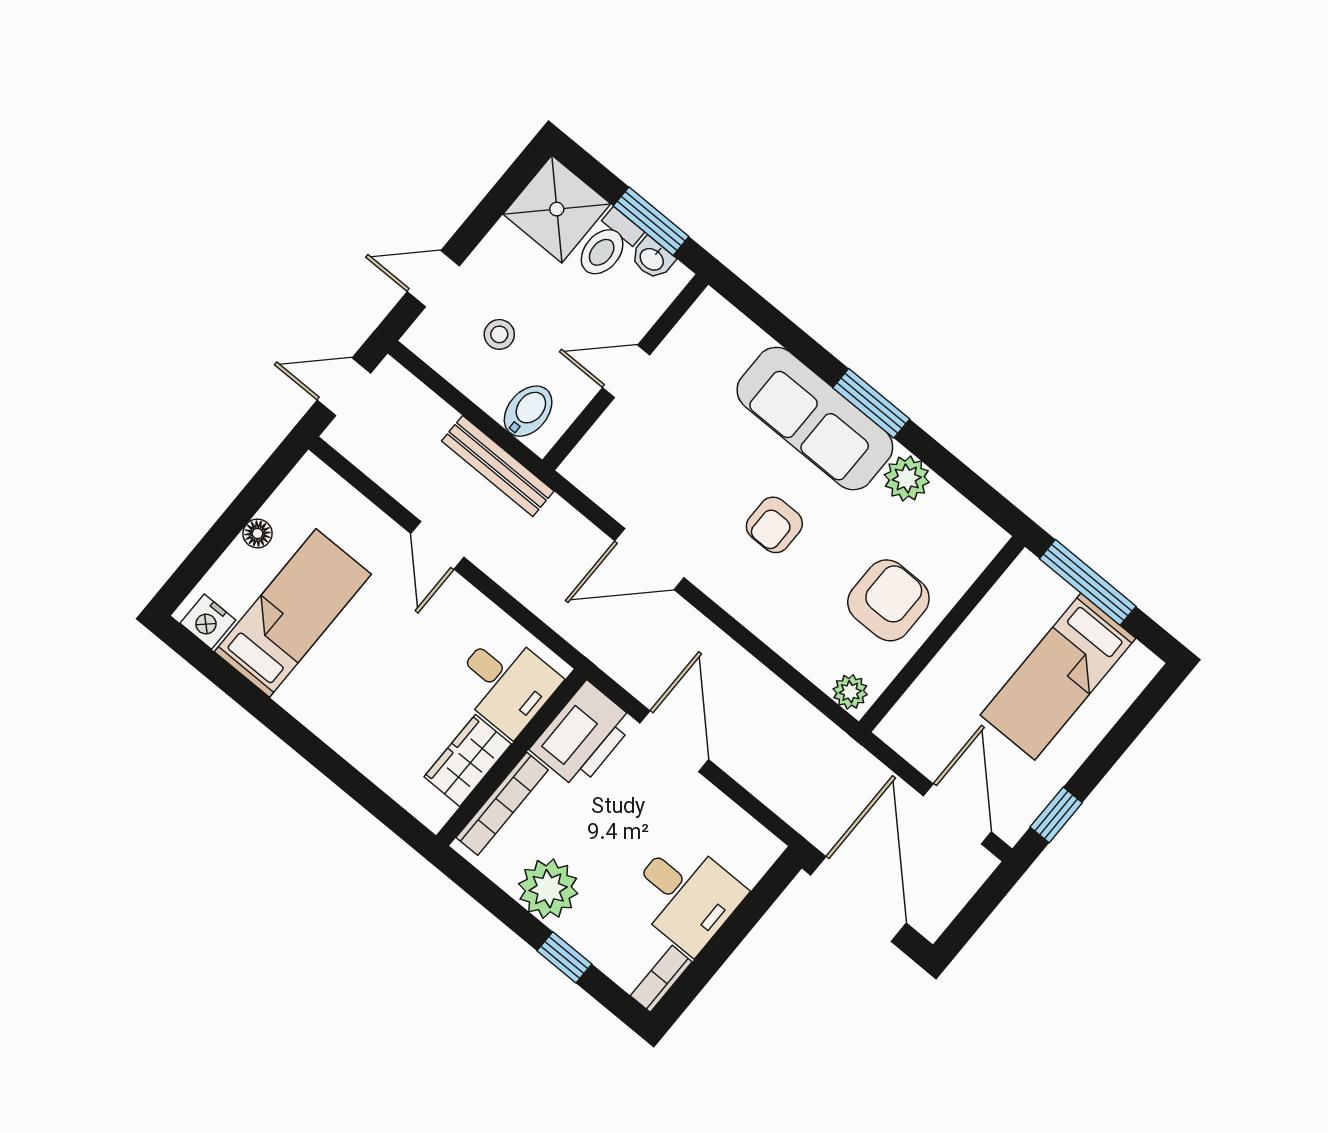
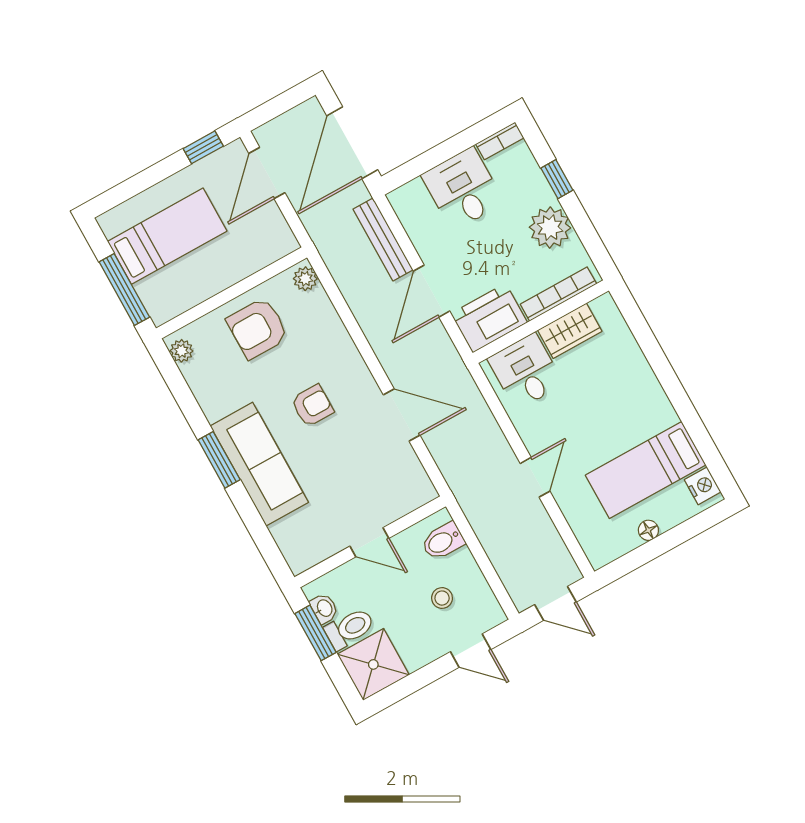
bench: (498, 466) -> (383, 239), moved
plant: (907, 478) -> (181, 351), moved, width x0.73, depth x0.73

